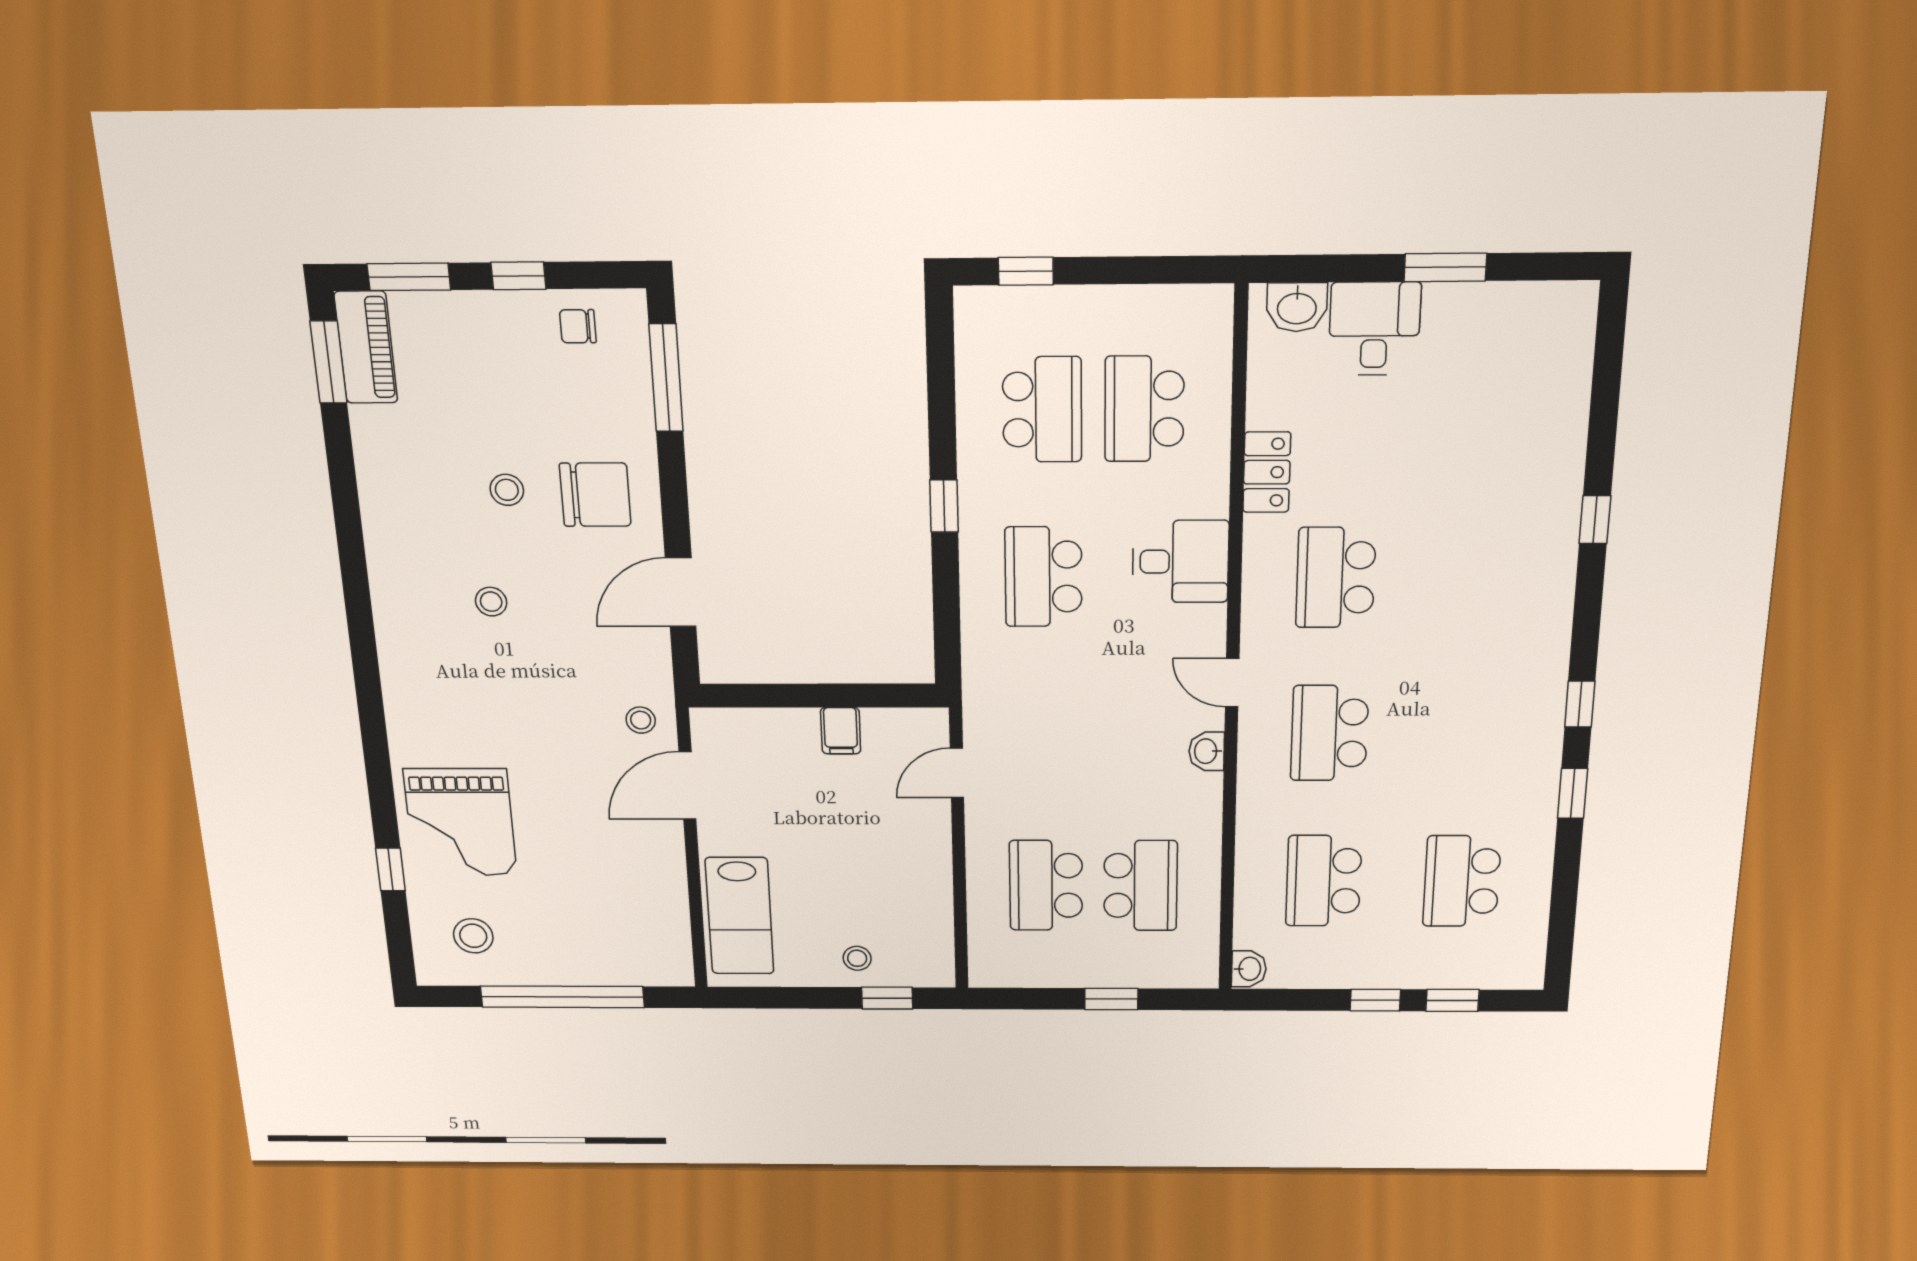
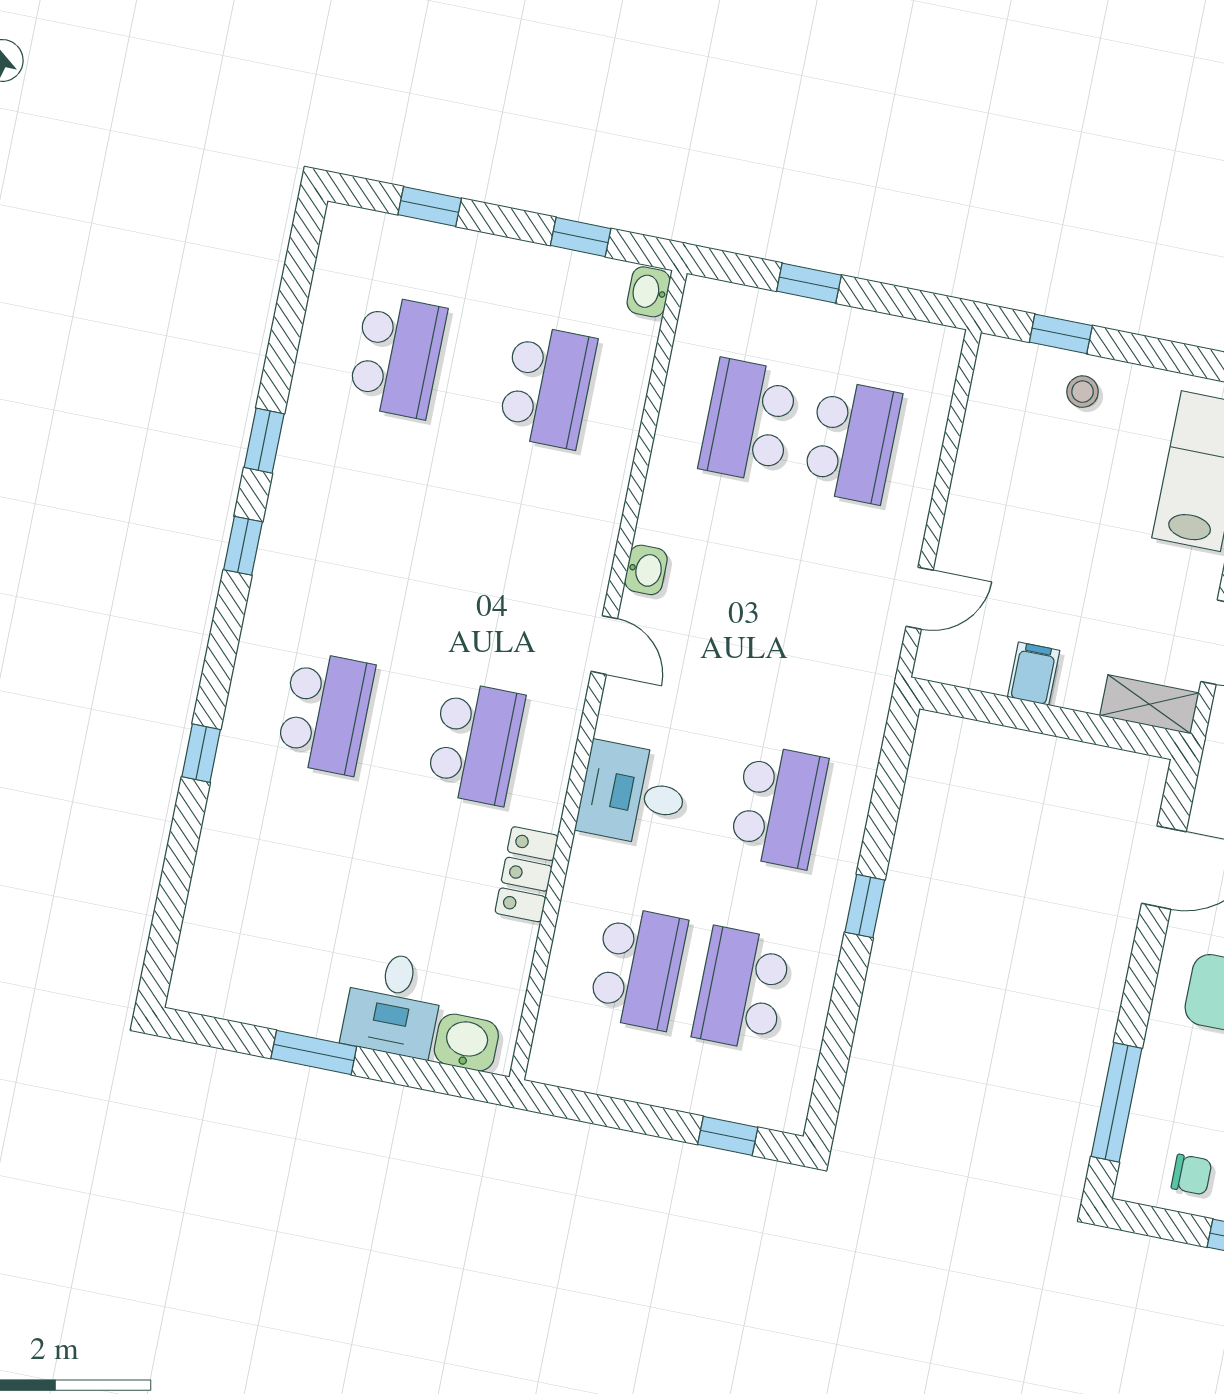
shelving: (732, 725) -> (1149, 704), added
school desk: (1330, 733) -> (325, 713), moved
window: (1375, 1000) -> (581, 237), moved

